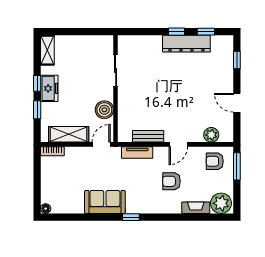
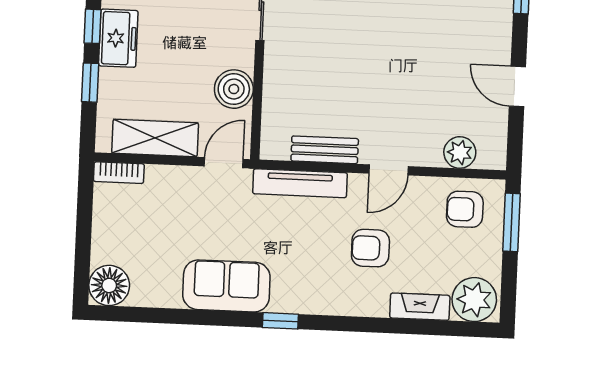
tv unit: (137, 152) -> (300, 183), width x1.41
floor lamp: (46, 209) -> (109, 285), width x1.89, depth x1.89

